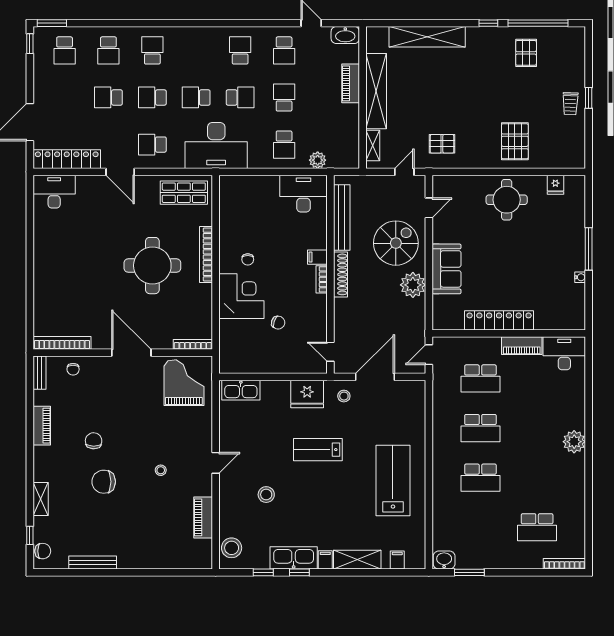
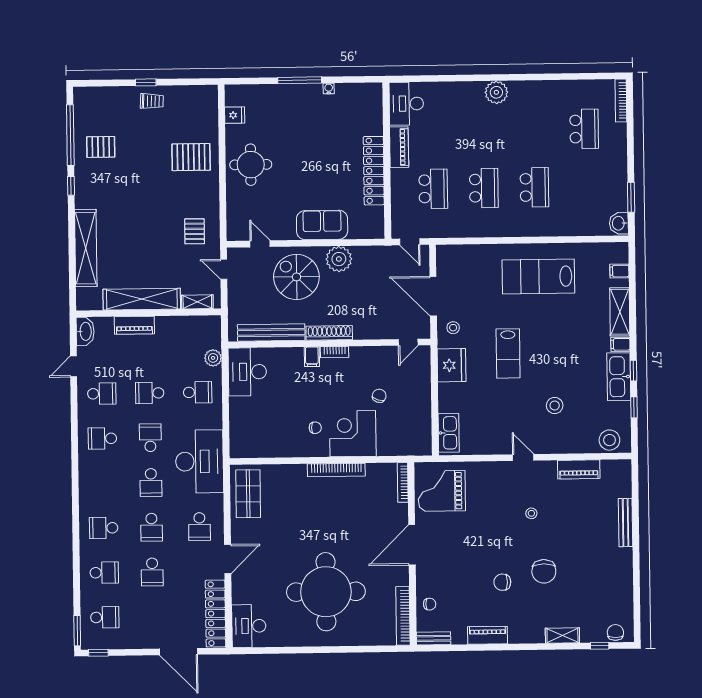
bookcase: (206, 254) -> (336, 470), moved
round table: (152, 266) -> (326, 592), moved, width x1.36, depth x1.36
bench: (93, 562) -> (626, 523), moved

